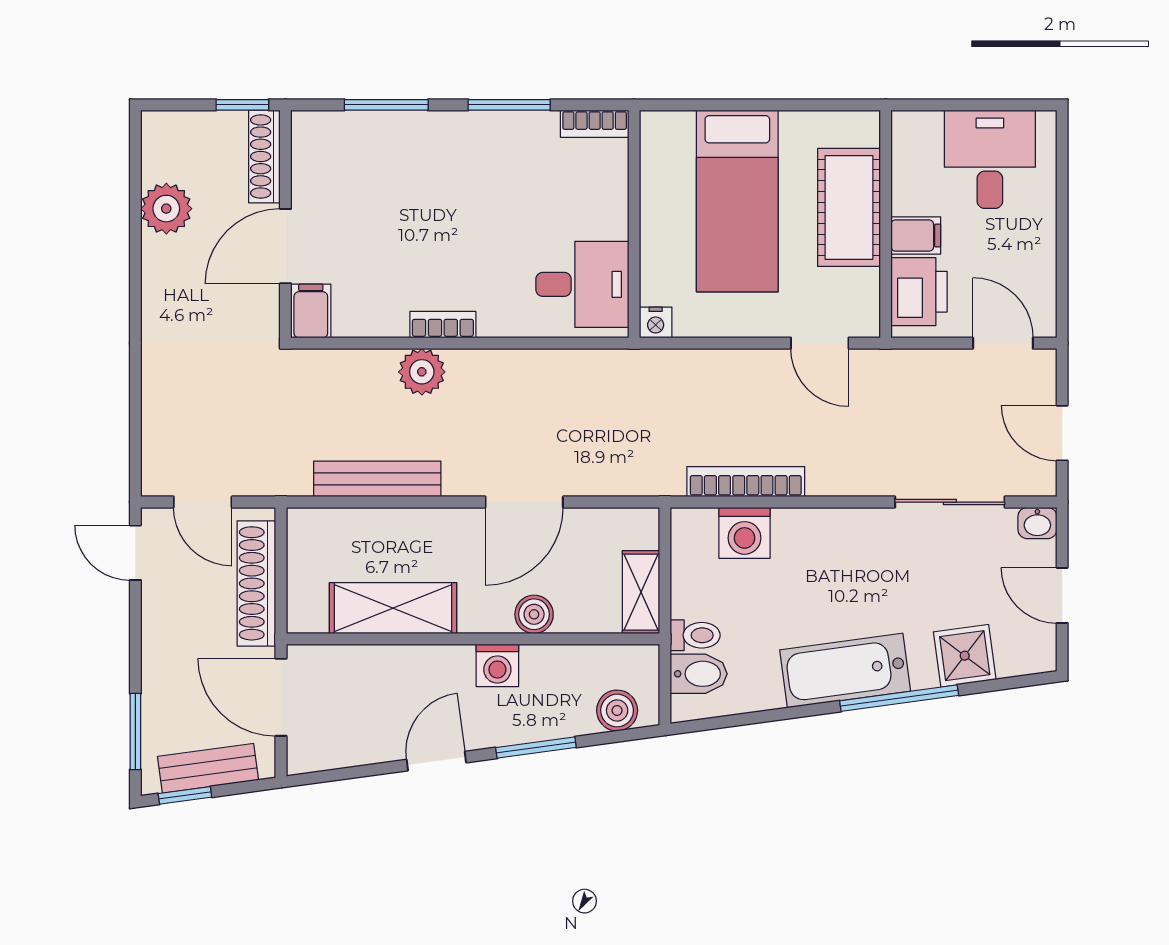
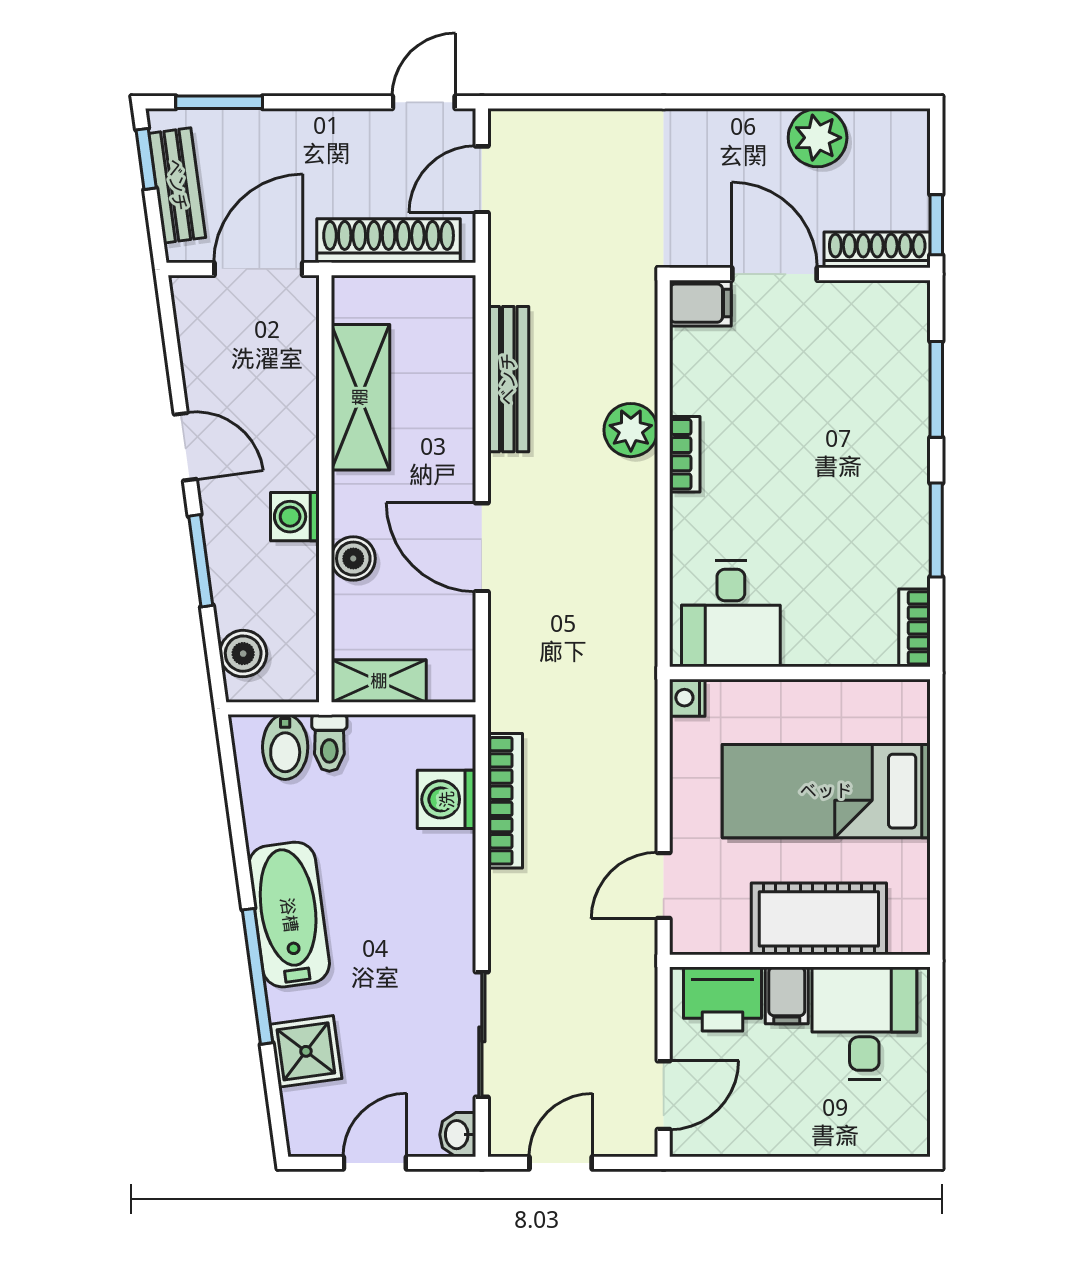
desk: (990, 159) -> (864, 1023), moved, turned -90

